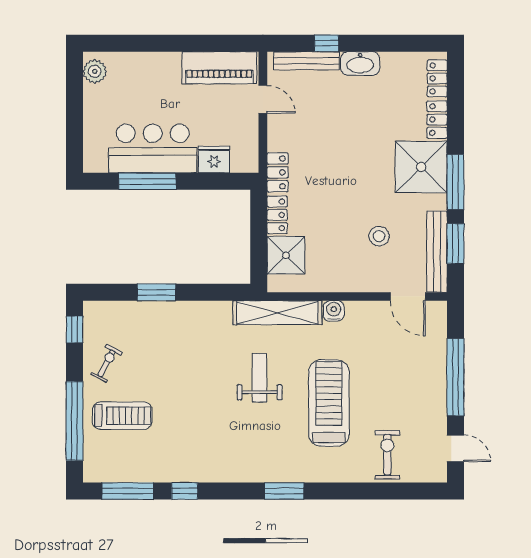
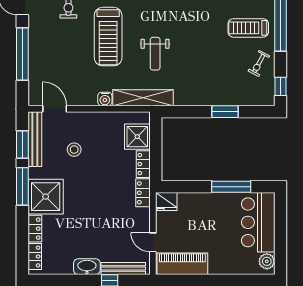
bar counter: (153, 148) -> (258, 222), moved, turned 90
fridge: (214, 160) -> (166, 202), moved

